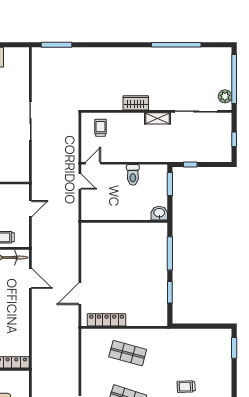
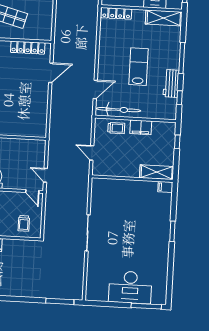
door: (93, 163) -> (32, 191), hinge flipped
door: (30, 209) -> (92, 153), hinge flipped
door: (30, 278) -> (95, 89), swing flipped

